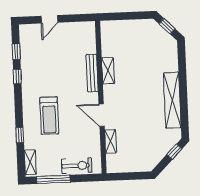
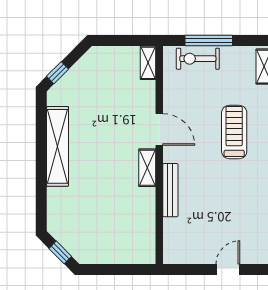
shelving: (108, 71) -> (147, 168), moved
shelving: (111, 141) -> (148, 63), moved
window: (53, 179) -> (209, 41), moved

